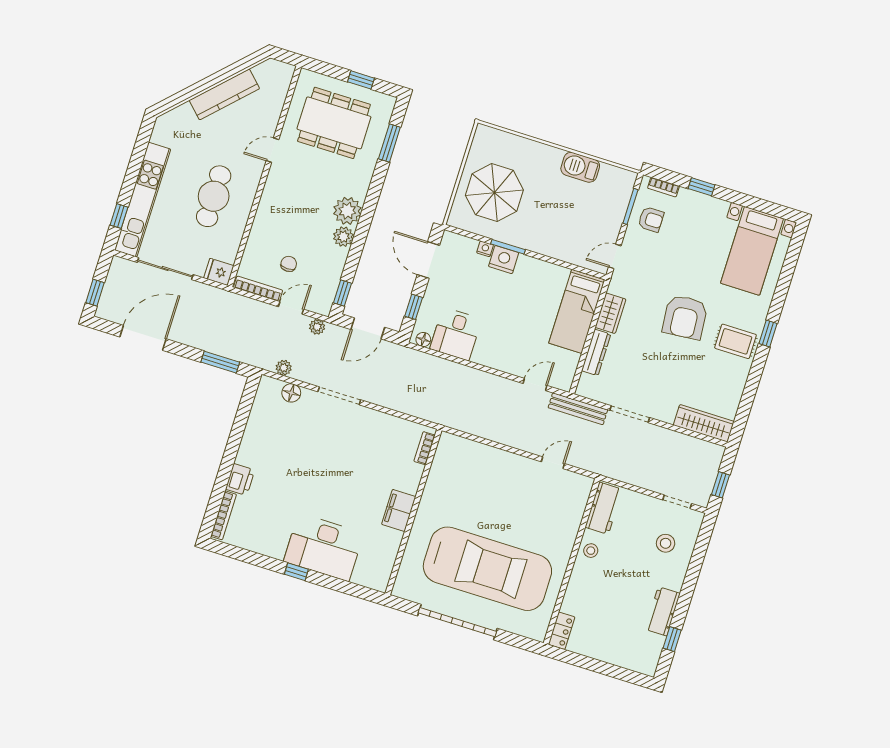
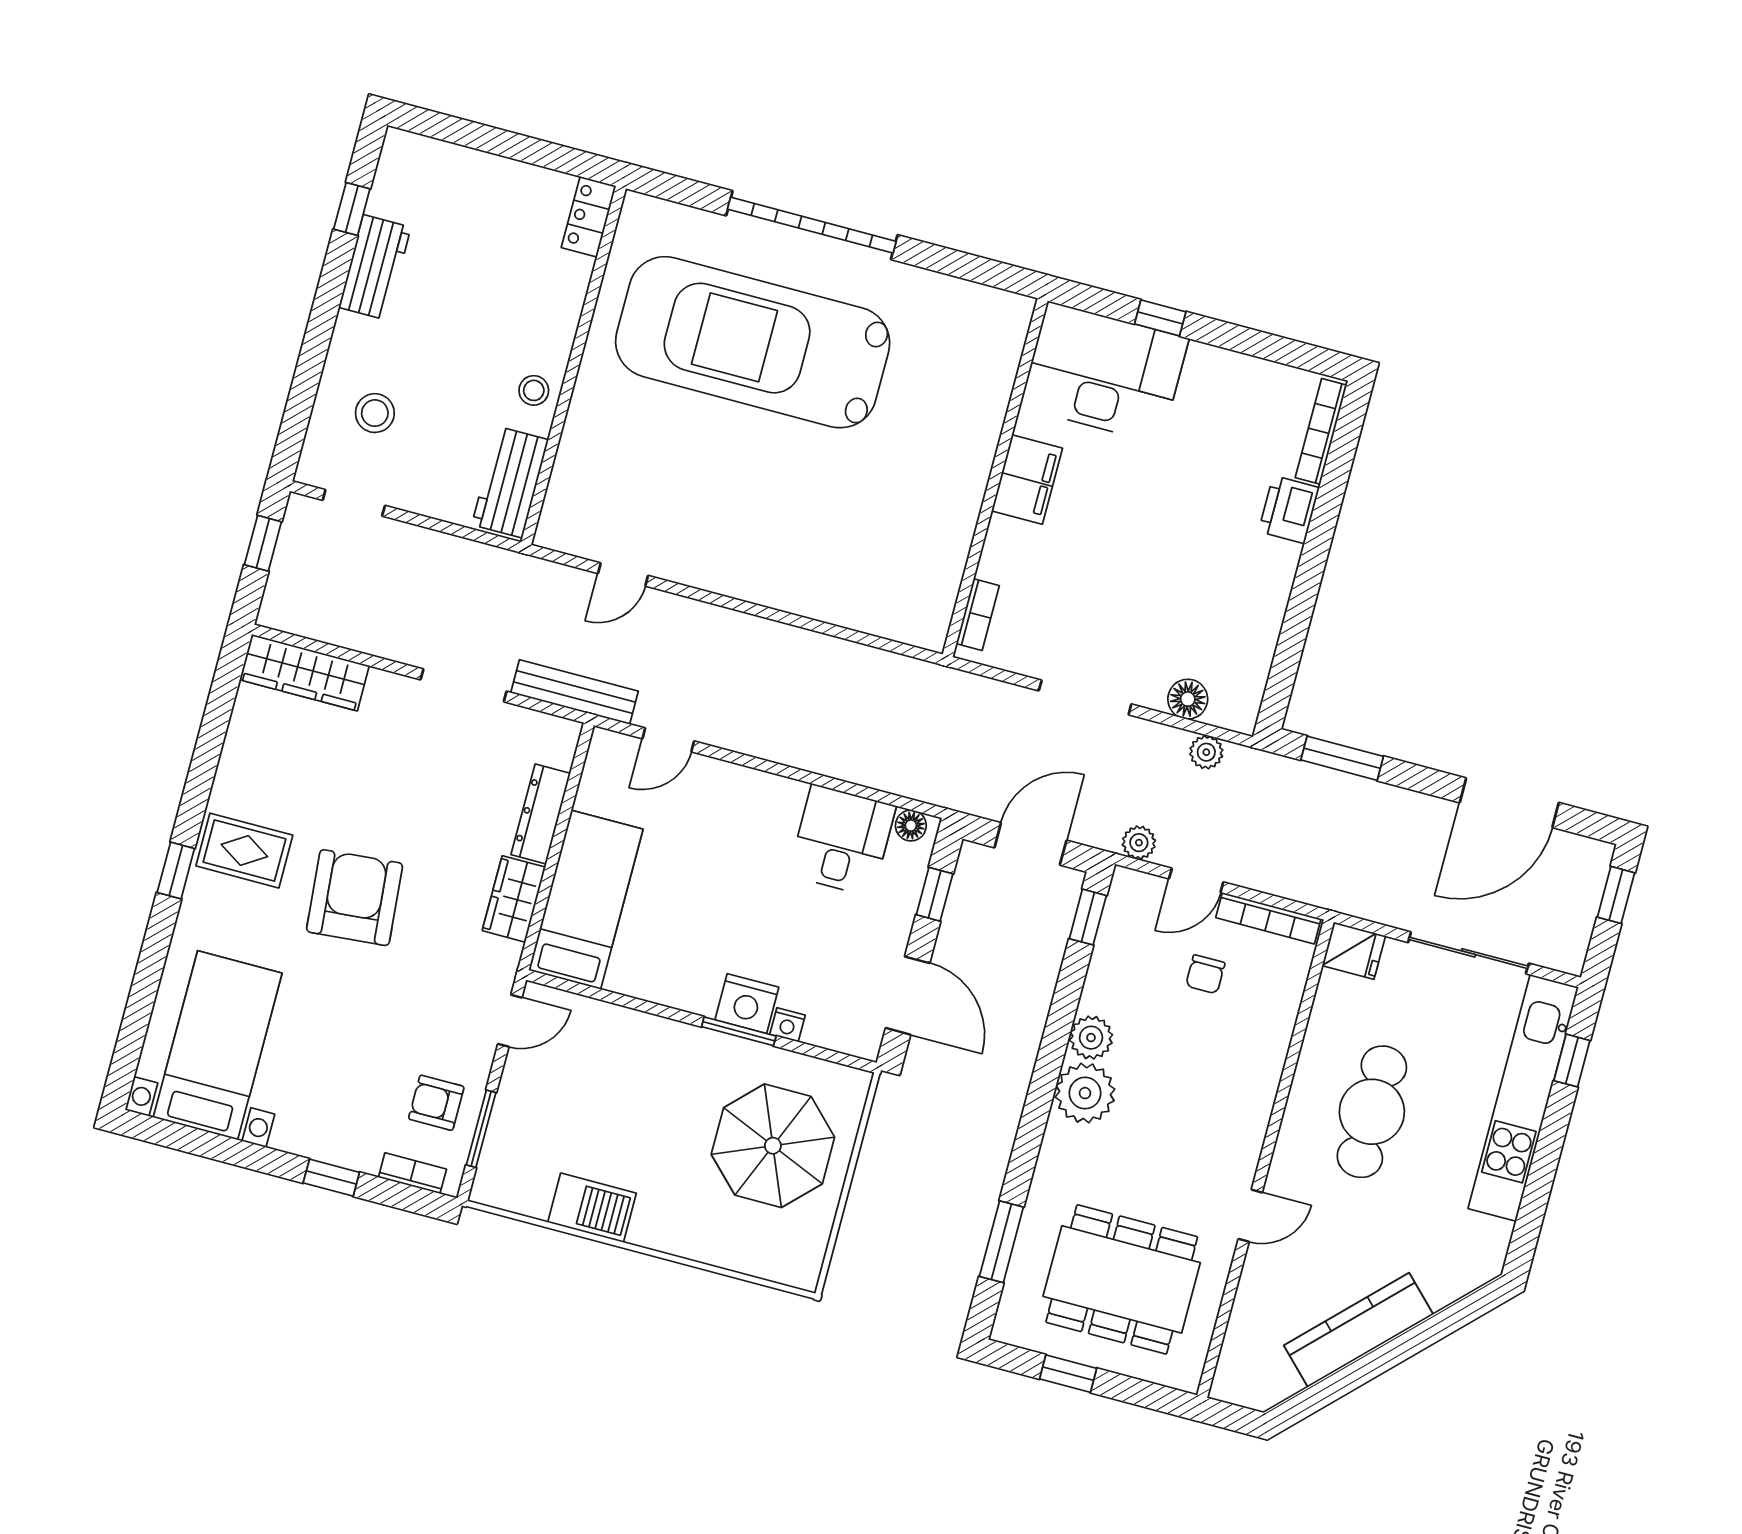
bookcase: (425, 448) -> (978, 615), moved
filing cabinet: (399, 510) -> (1027, 479), moved
wall: (414, 512) -> (995, 478), moved

